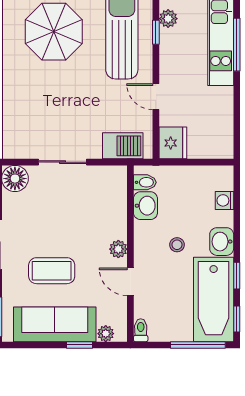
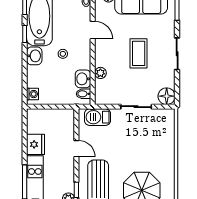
fridge: (173, 143) -> (35, 144), moved, turned 180
washing machine: (224, 200) -> (32, 94), moved
plant: (118, 249) -> (100, 73), moved
coffee table: (52, 271) -> (139, 53), moved, turned 90

